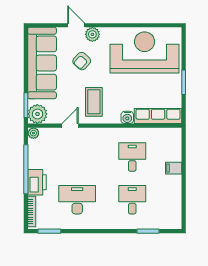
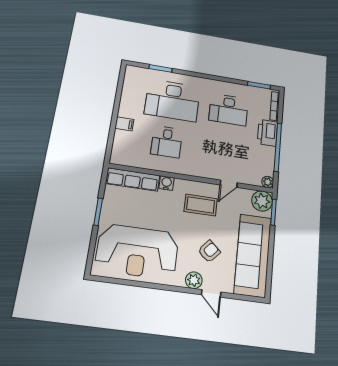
coffee table: (94, 102) -> (201, 205), turned 90
desk: (132, 200) -> (172, 100), width x1.87, depth x1.30

